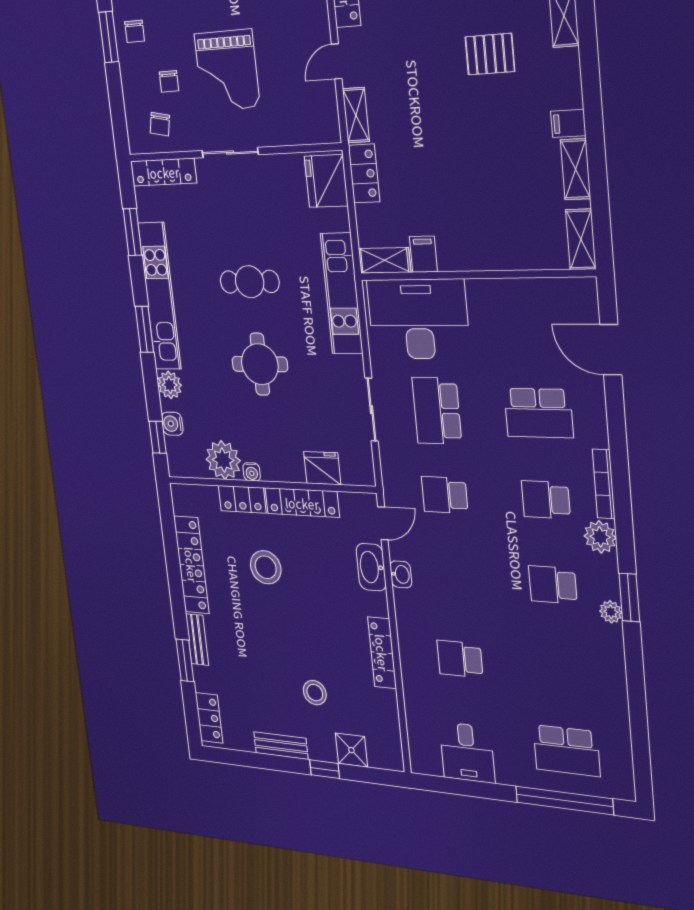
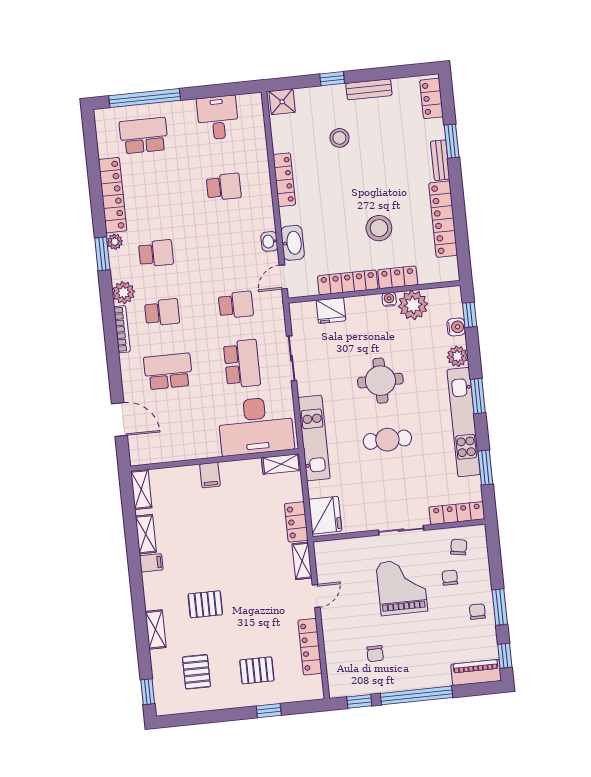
filing cabinet: (423, 254) -> (210, 475), moved
locker: (612, 678) -> (113, 195), added
shower: (351, 750) -> (282, 102), moved

